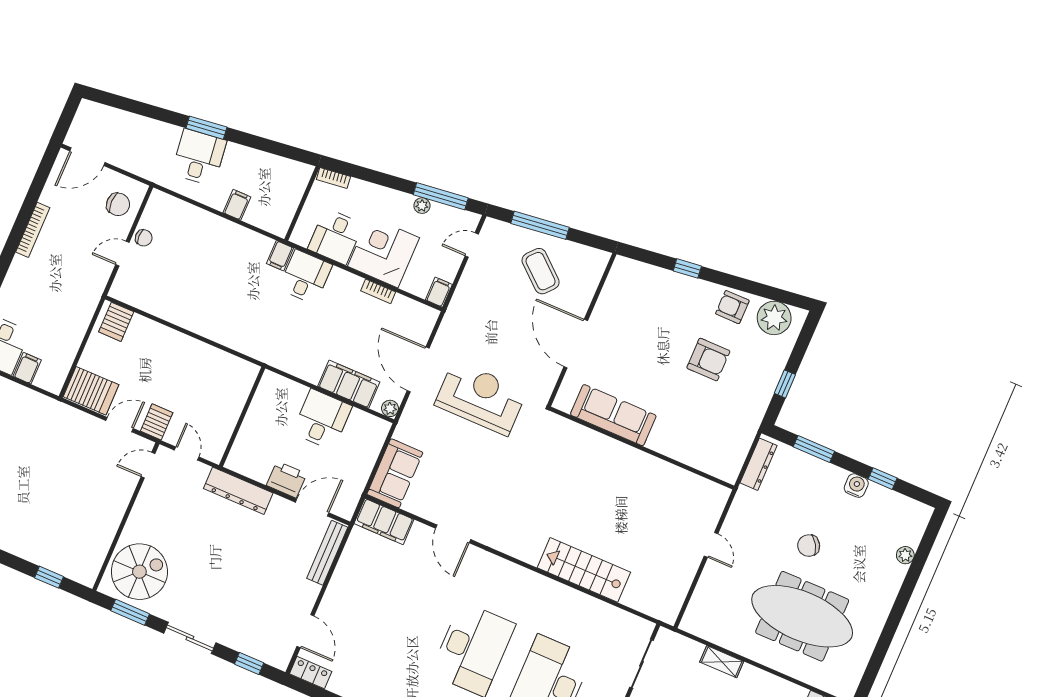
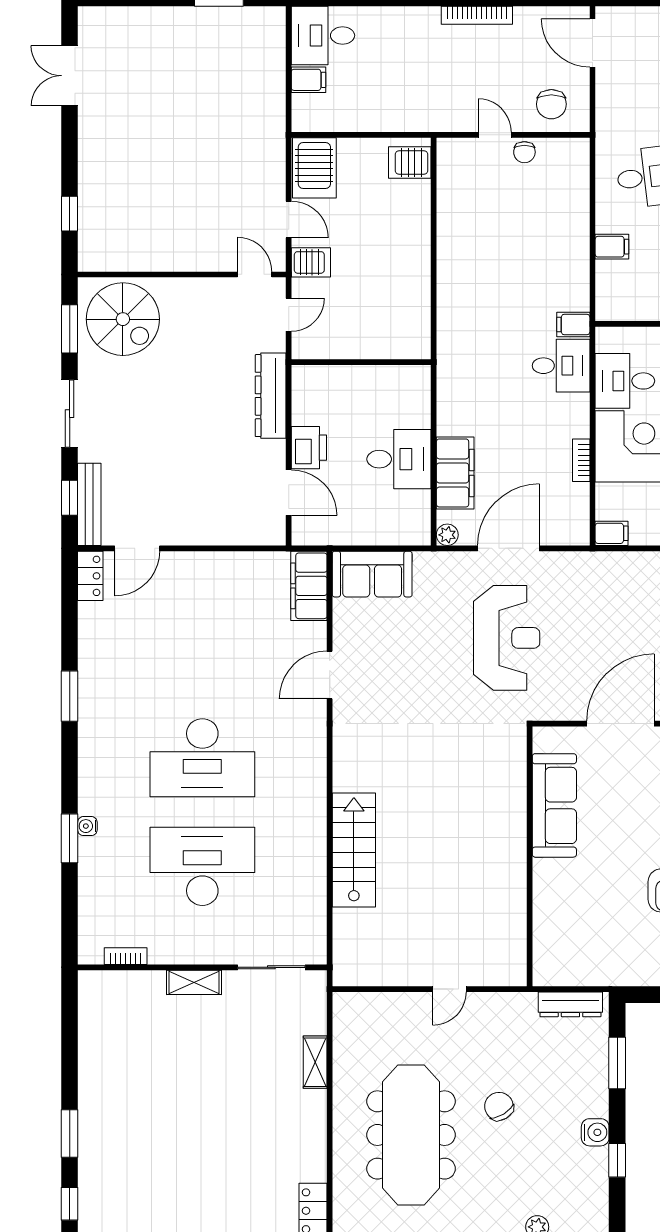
bench: (327, 553) -> (89, 504), moved, turned 90

